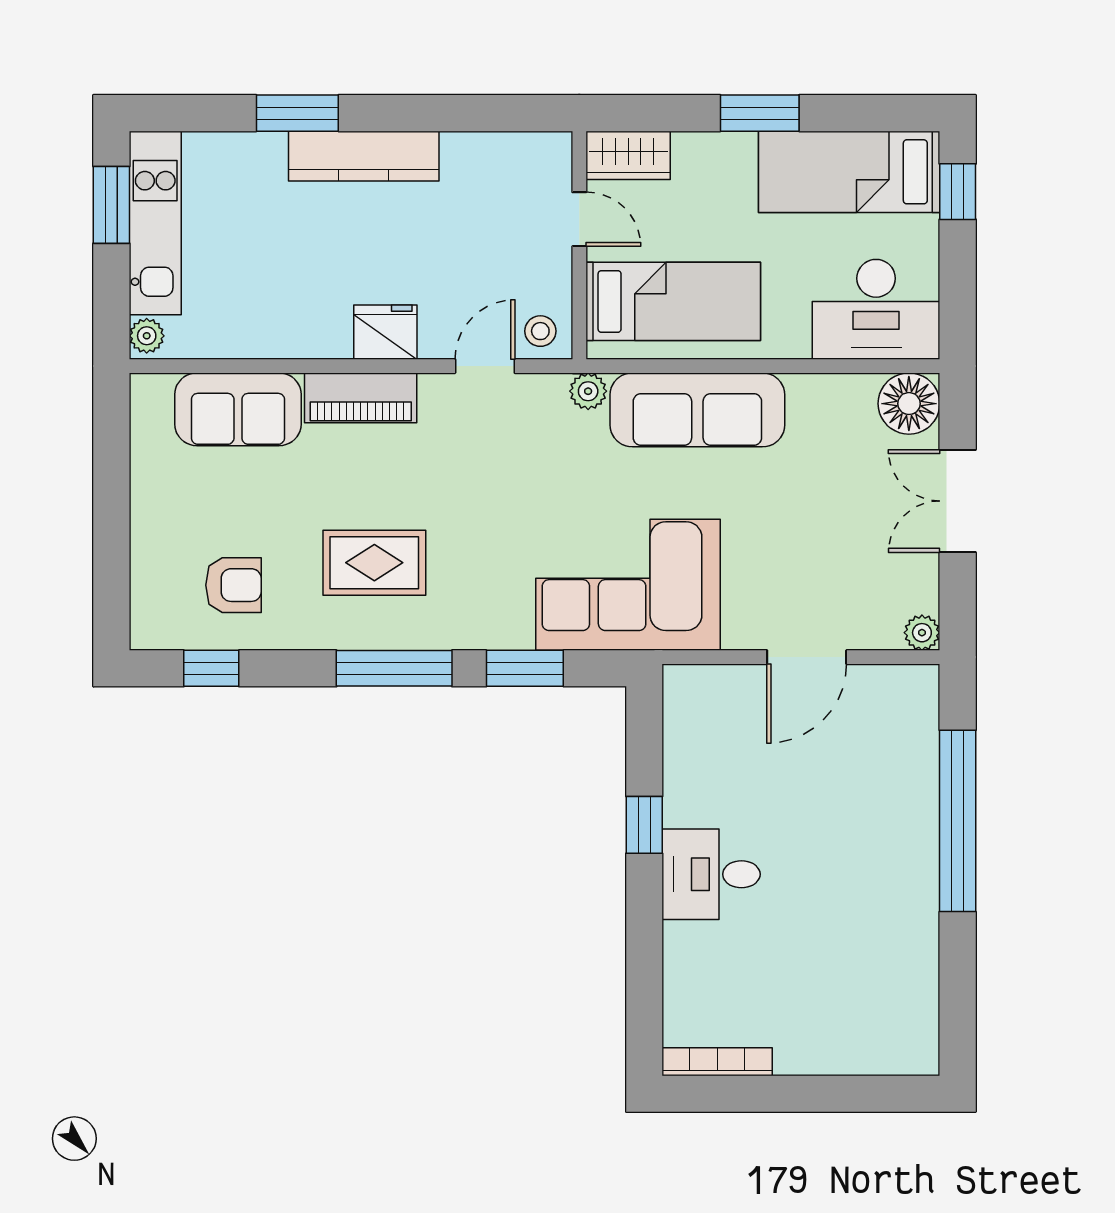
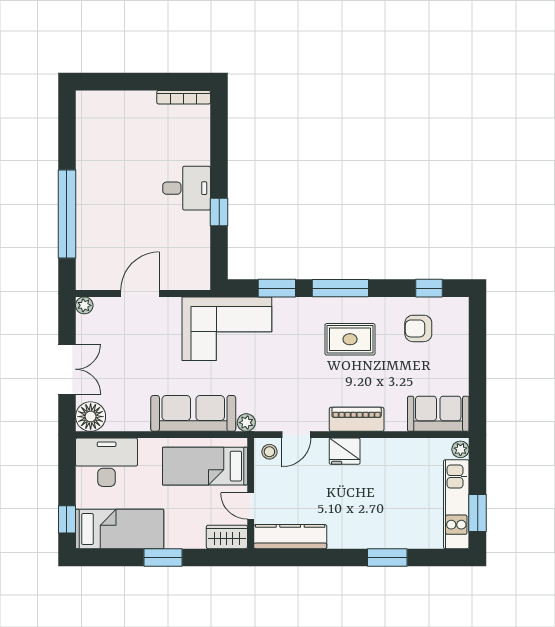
kitchen counter: (364, 156) -> (290, 537), moved
sofa: (238, 409) -> (438, 414), moved

